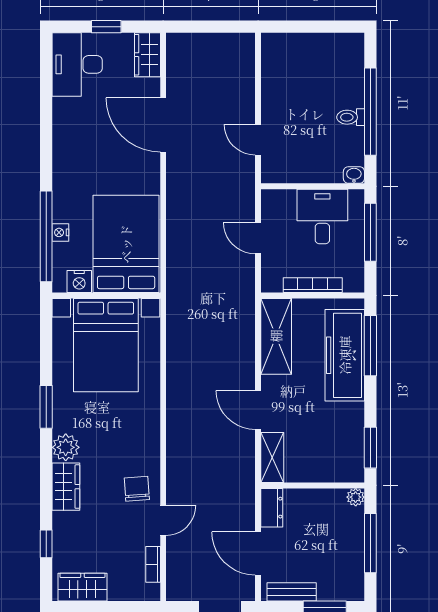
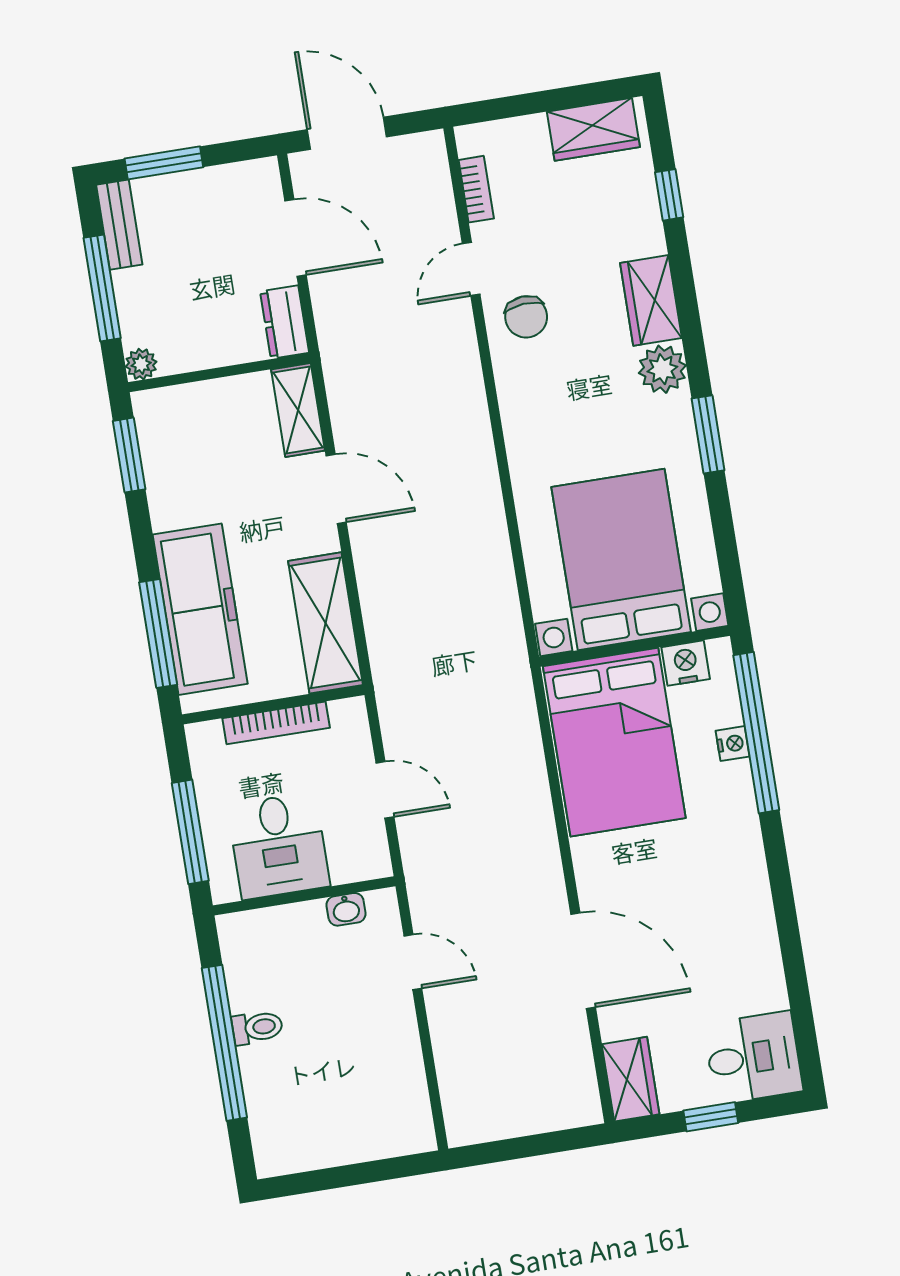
desk: (77, 64) -> (753, 1058), width x0.73
washbasin: (354, 175) -> (346, 909), moved
bench: (292, 592) -> (119, 225), moved, turned 90

